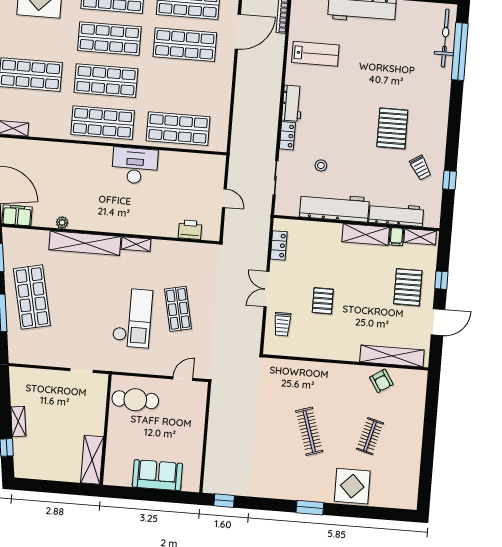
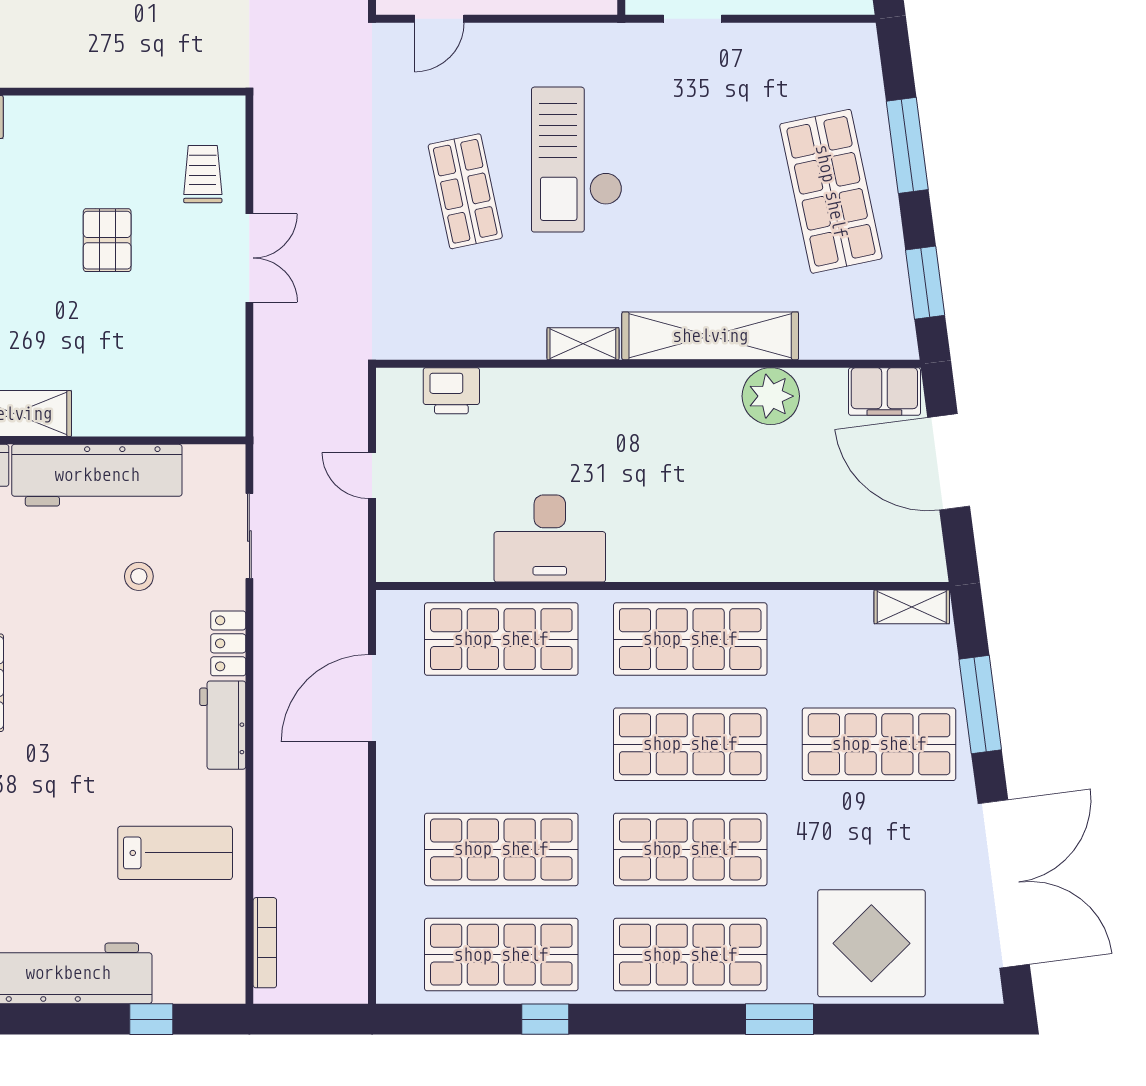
door: (238, 32) -> (372, 698), moved
lab bench: (315, 54) -> (175, 853), turned 180
desk: (135, 166) -> (550, 538), moved
plant: (62, 222) -> (771, 396), width x1.88, depth x1.88
locker: (279, 245) -> (228, 369), removed

